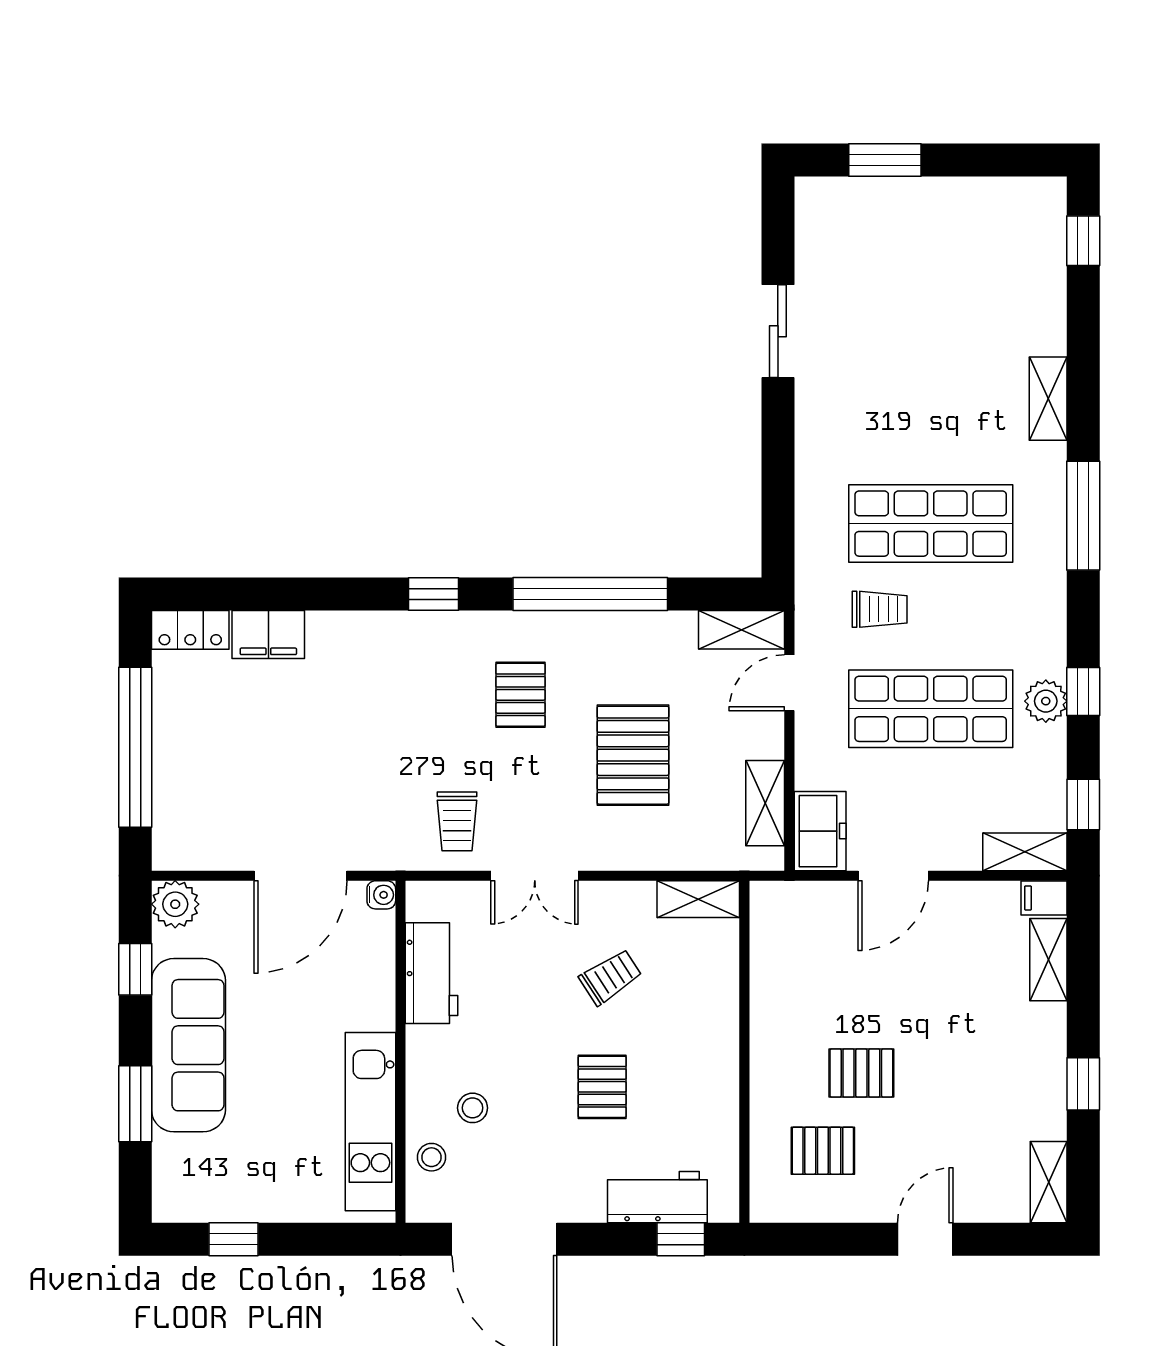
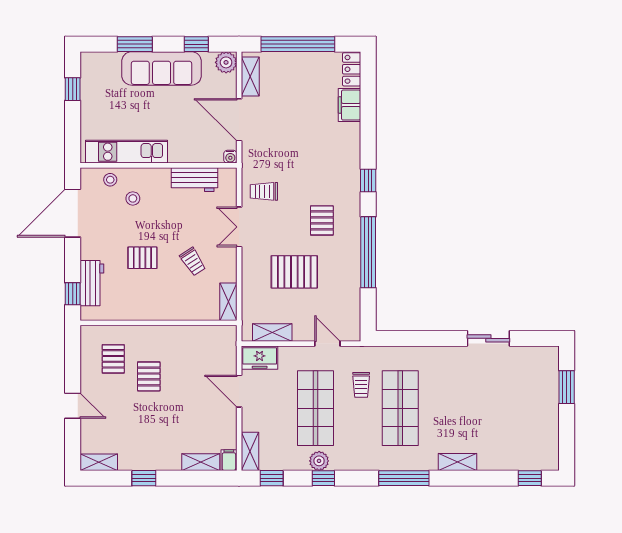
shelving: (742, 630) -> (250, 76), moved
pallet: (520, 695) -> (322, 220), turned 90

